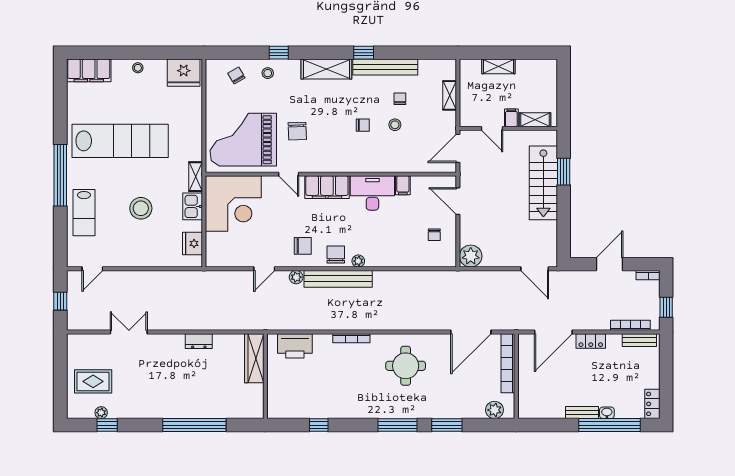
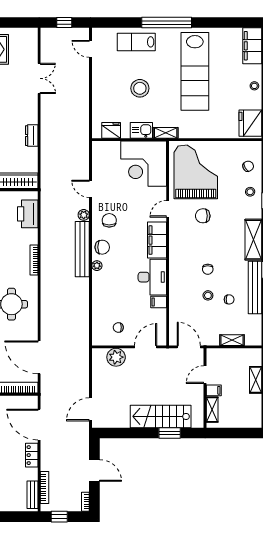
chair: (303, 246) -> (109, 220), turned 180
plant: (471, 256) -> (116, 357), moved

